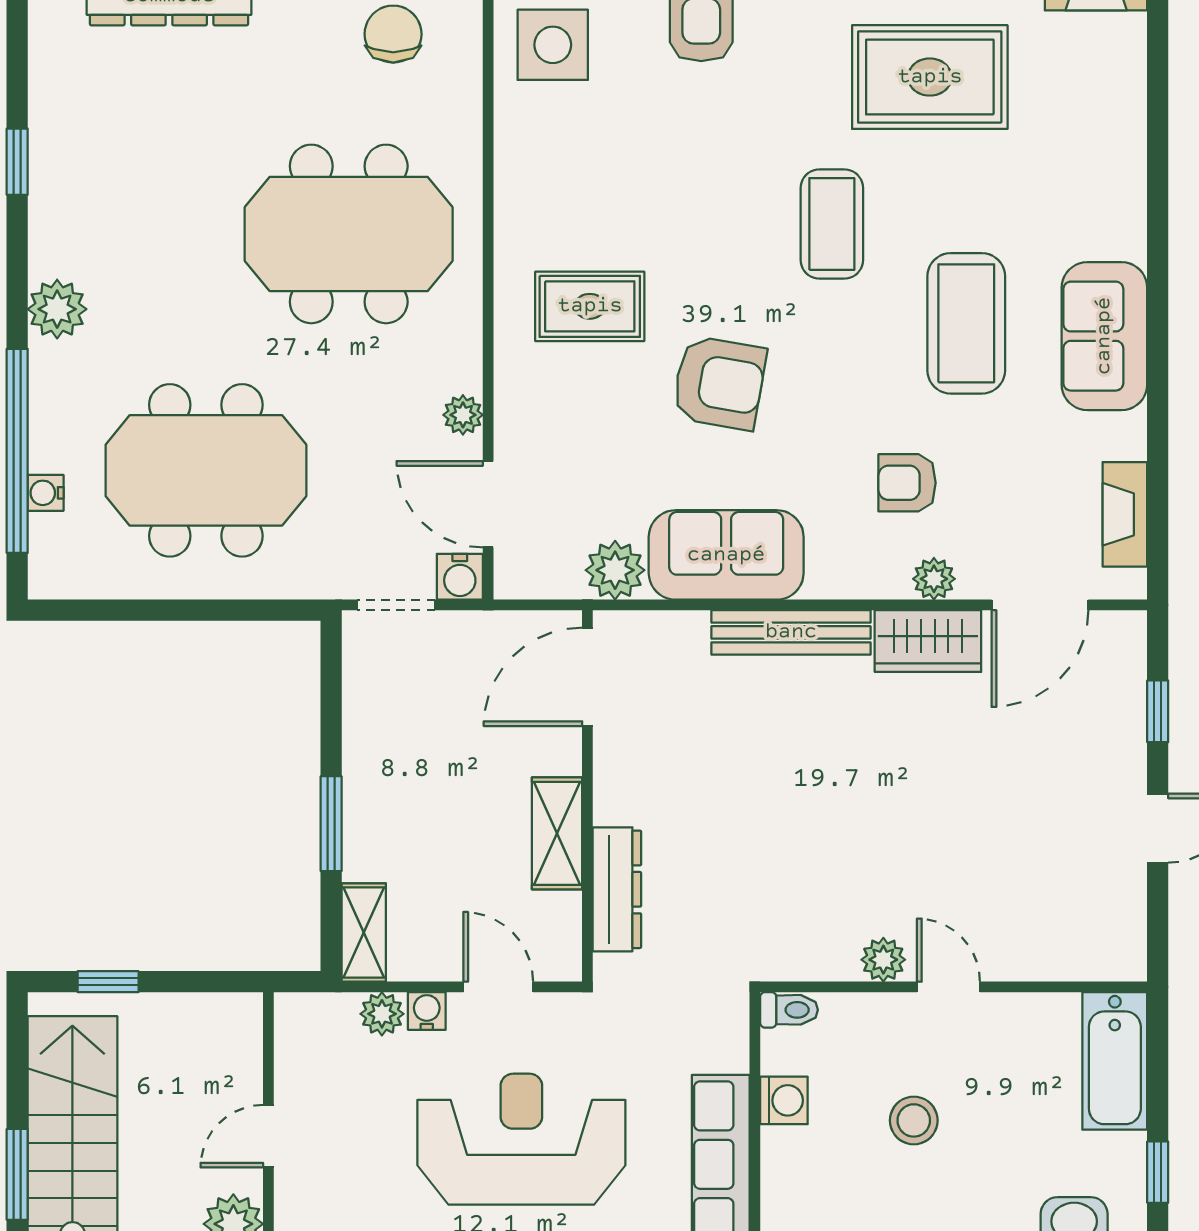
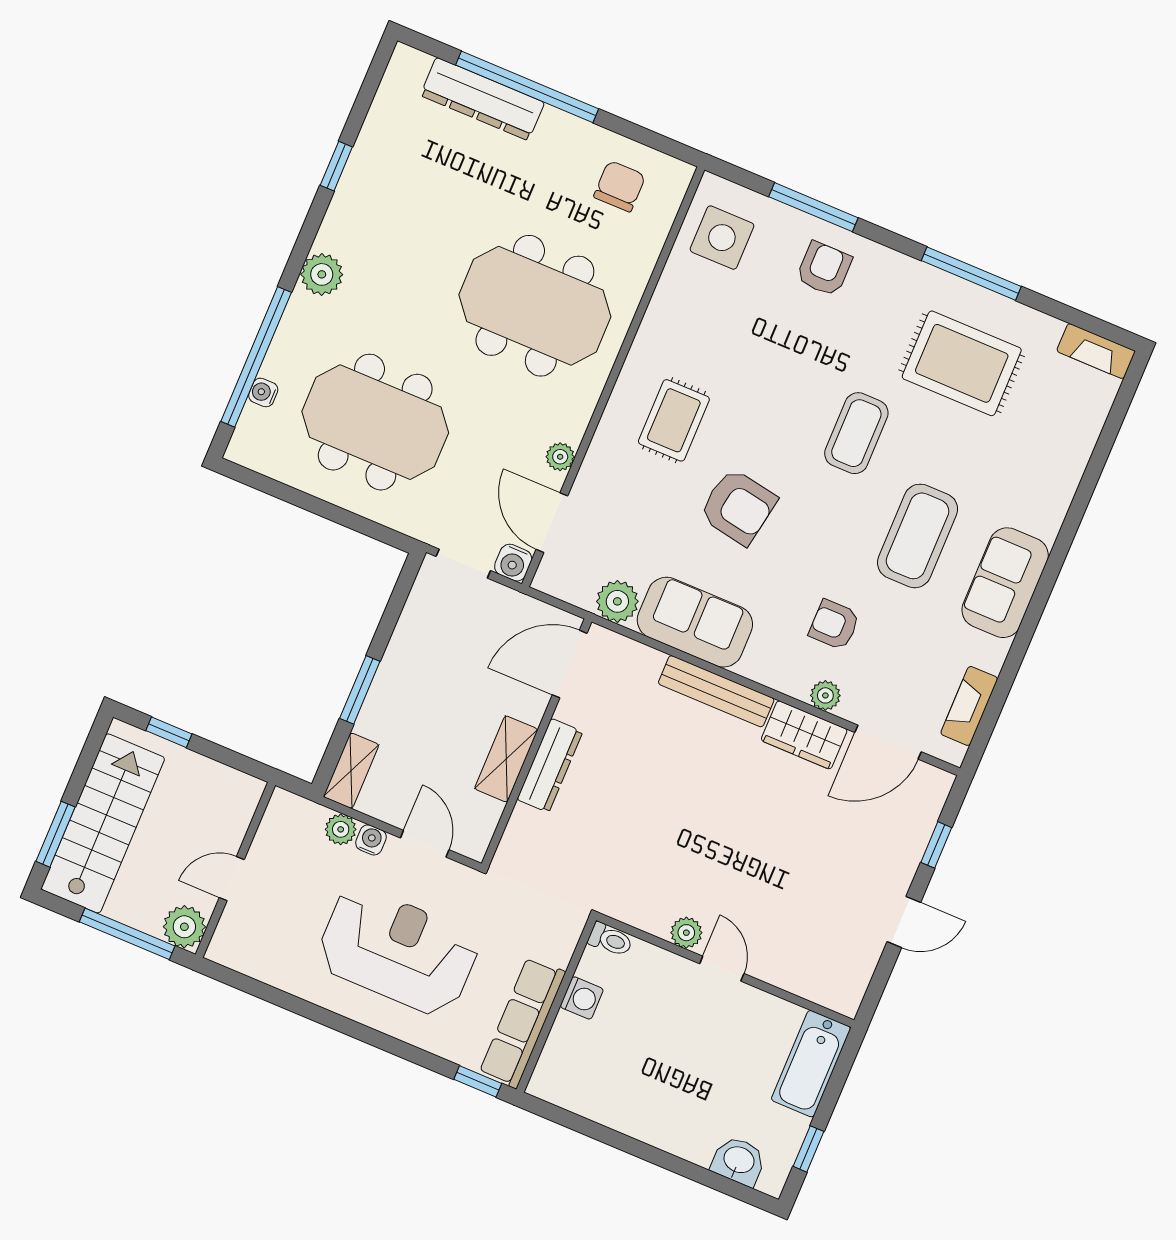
rug: (590, 306) -> (674, 420), turned 90
dresser: (617, 889) -> (550, 766), moved
stool: (914, 1120) -> (662, 1047), removed

